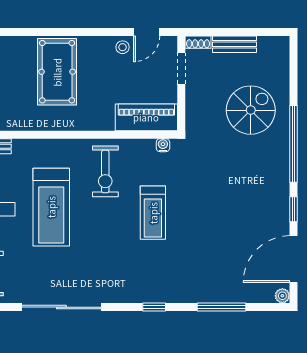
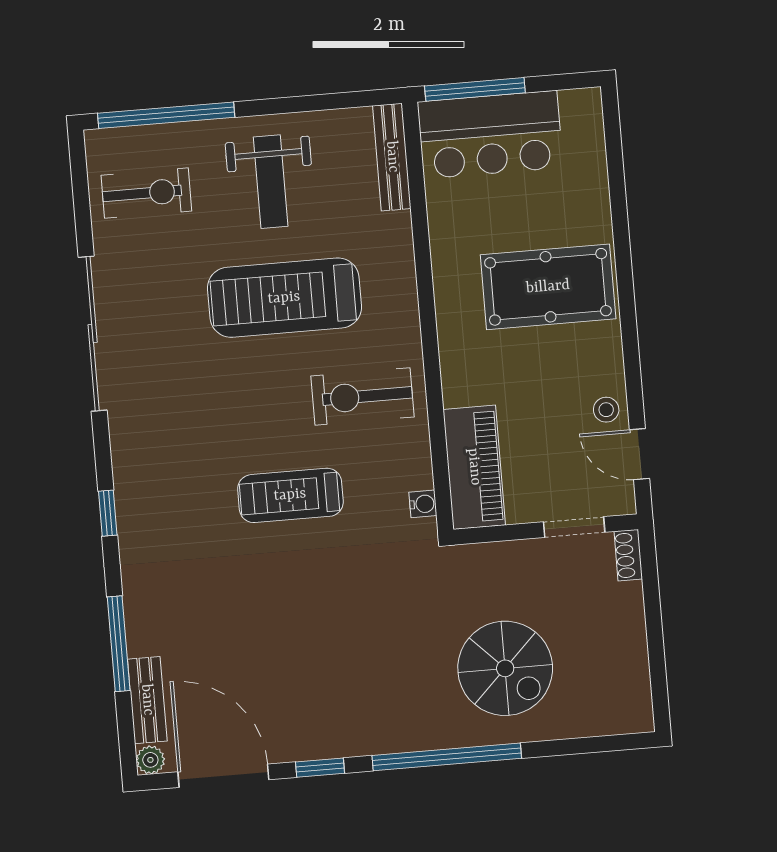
bench: (234, 44) -> (147, 700), moved

